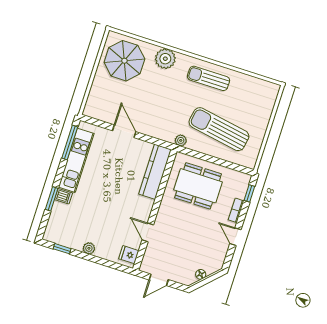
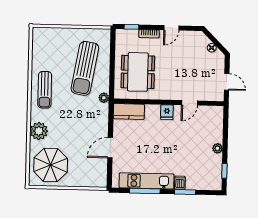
window: (70, 142) -> (145, 191), moved
kitchen counter: (155, 172) -> (129, 112), width x0.67
fridge: (129, 255) -> (167, 112), moved

